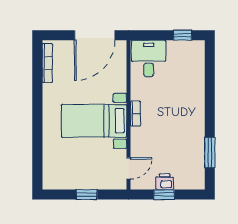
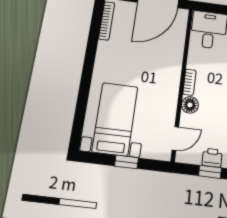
bed with nightstands: (94, 121) -> (115, 119), moved, turned 90
floor lamp: (138, 135) -> (190, 105), added

